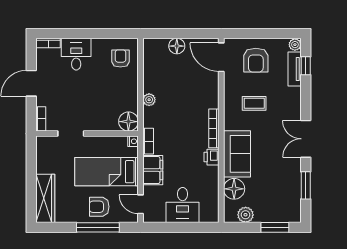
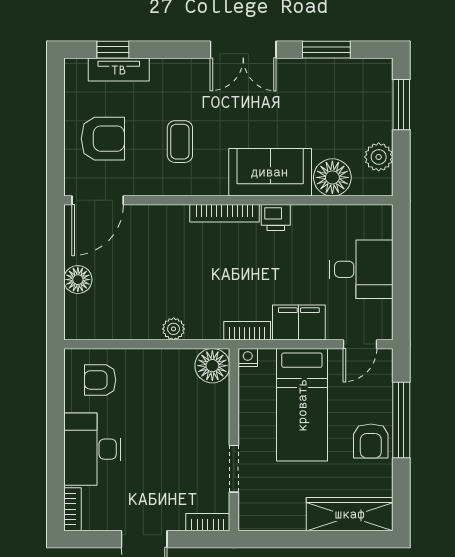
plant: (295, 45) -> (75, 69), removed
desk: (76, 54) -> (92, 449), width x1.37
armchair: (99, 207) -> (371, 441), moved

